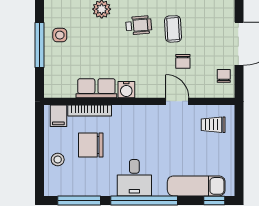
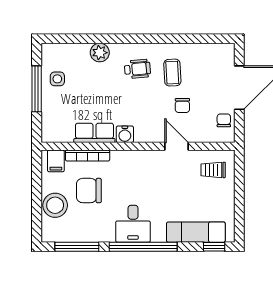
stool: (58, 160) -> (55, 205), width x1.89, depth x1.89

